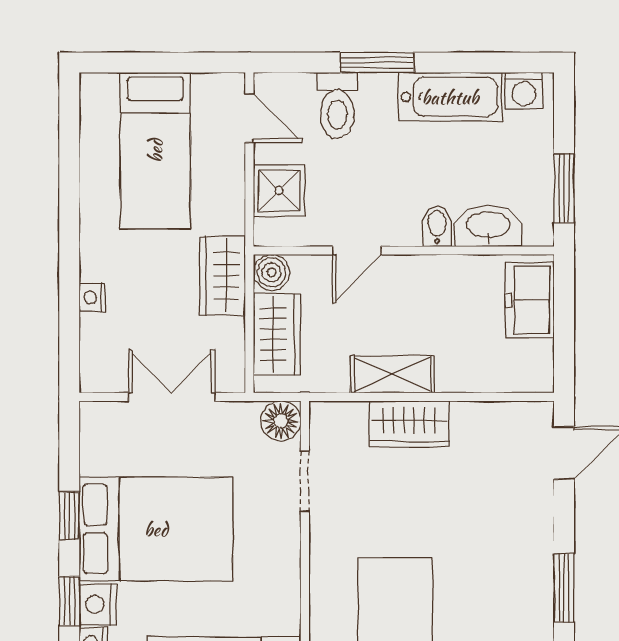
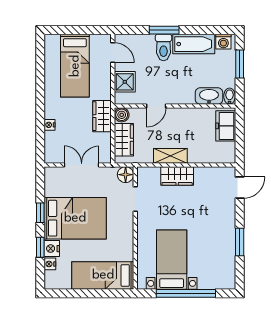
toilet: (337, 105) -> (163, 47), moved
window: (564, 188) -> (240, 64), moved
bidet: (437, 226) -> (230, 96), moved

